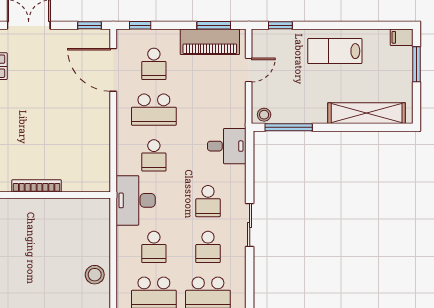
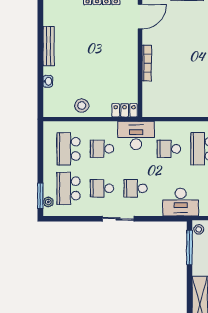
desk: (227, 146) -> (181, 202), width x1.37
locker: (101, 216) -> (125, 110), added

